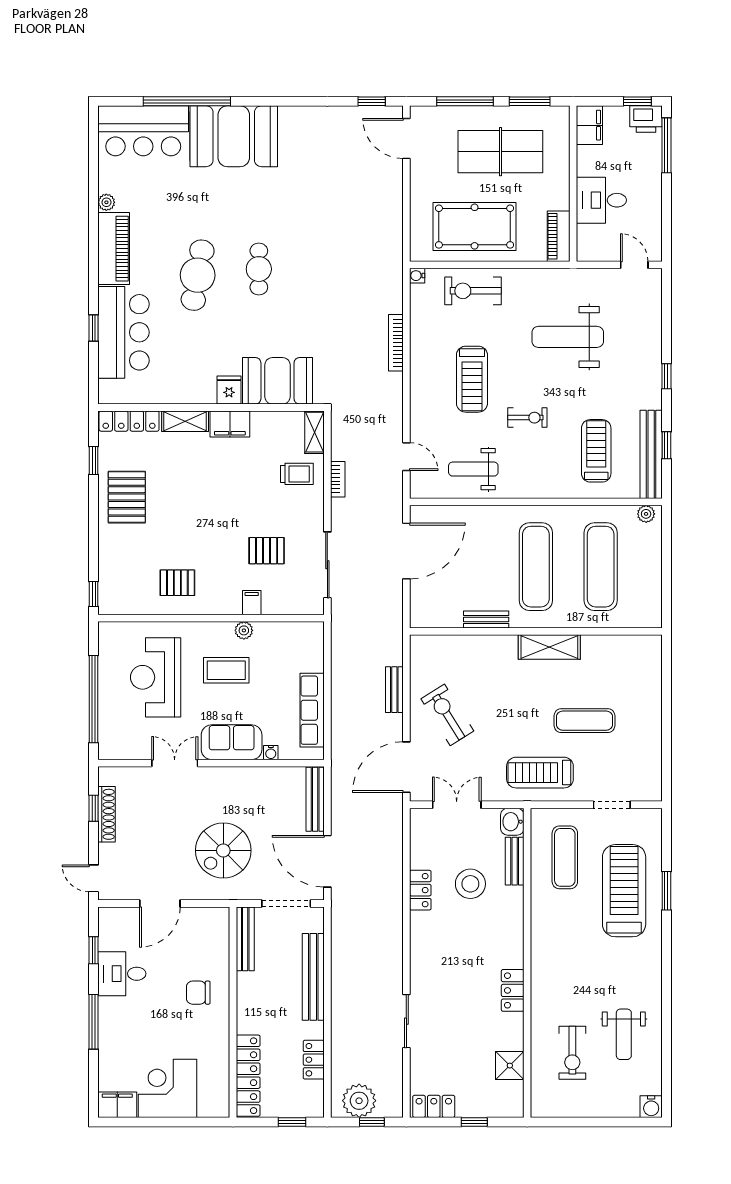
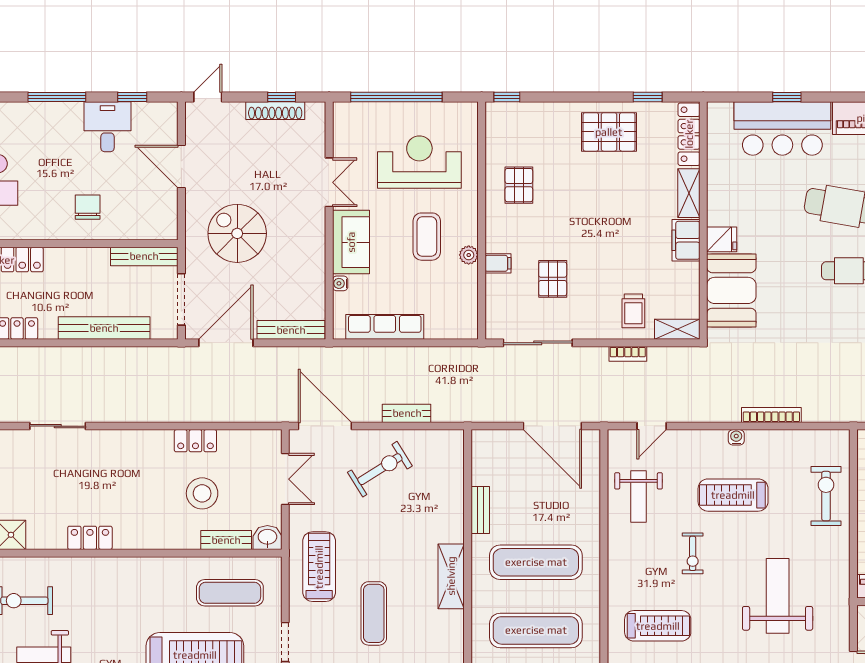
water cooler: (417, 276) -> (736, 437), moved
weight bench: (473, 469) -> (639, 496), turned 180

